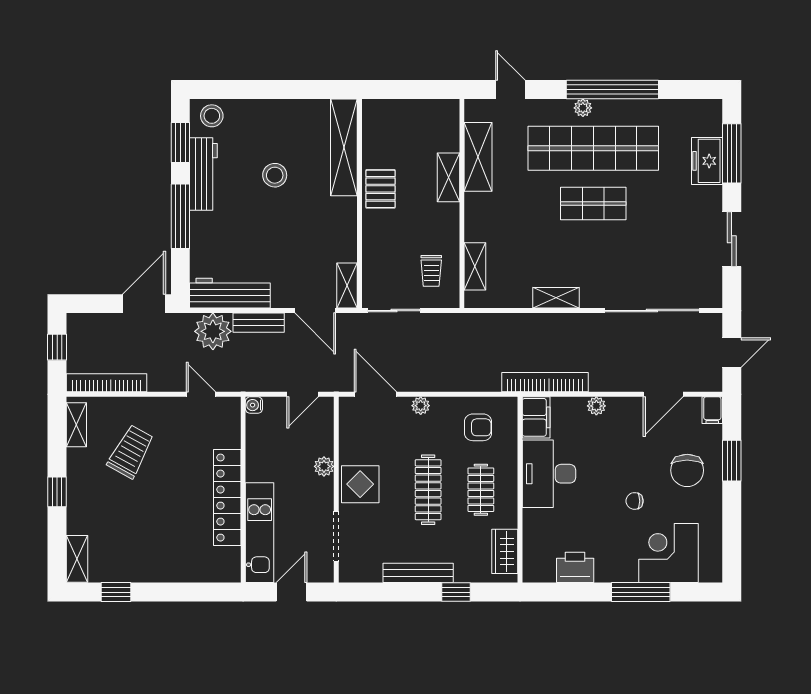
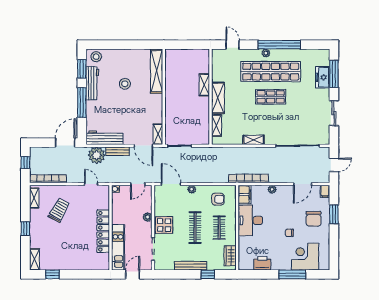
shelving: (478, 157) -> (218, 98), moved
pallet: (381, 189) -> (173, 90), removed
trolley: (431, 271) -> (196, 128), removed

